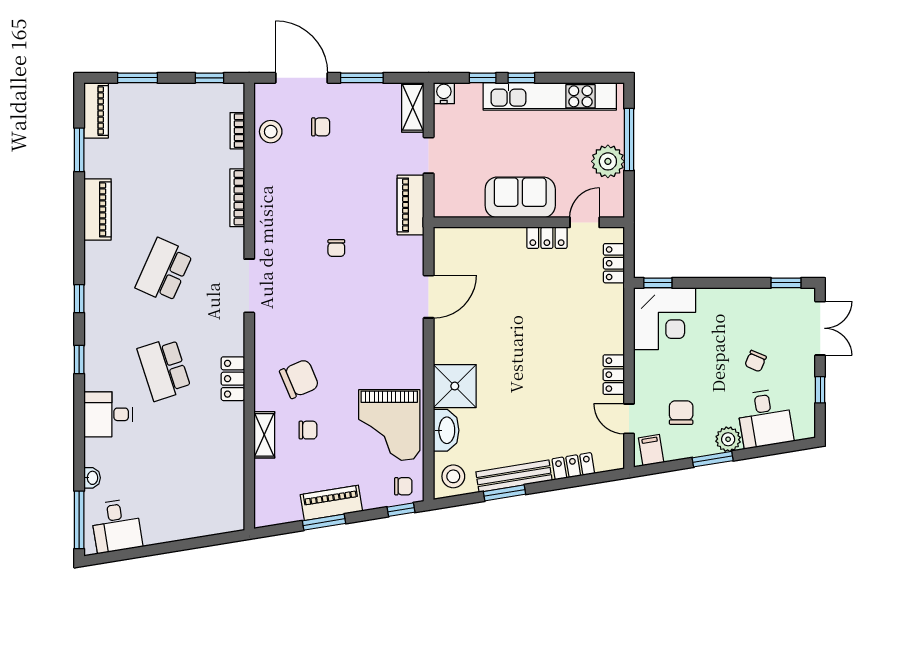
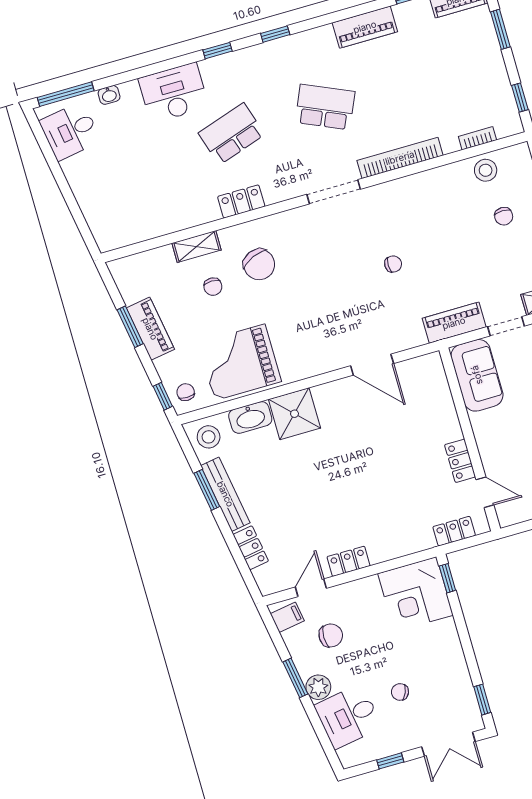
sofa: (520, 197) -> (477, 375), moved
bookcase: (237, 198) -> (400, 158), width x1.48, depth x1.31
chair: (336, 248) -> (393, 264), turned 180
desk: (108, 414) -> (174, 93), width x1.37
chair: (403, 486) -> (186, 392), turned 180

